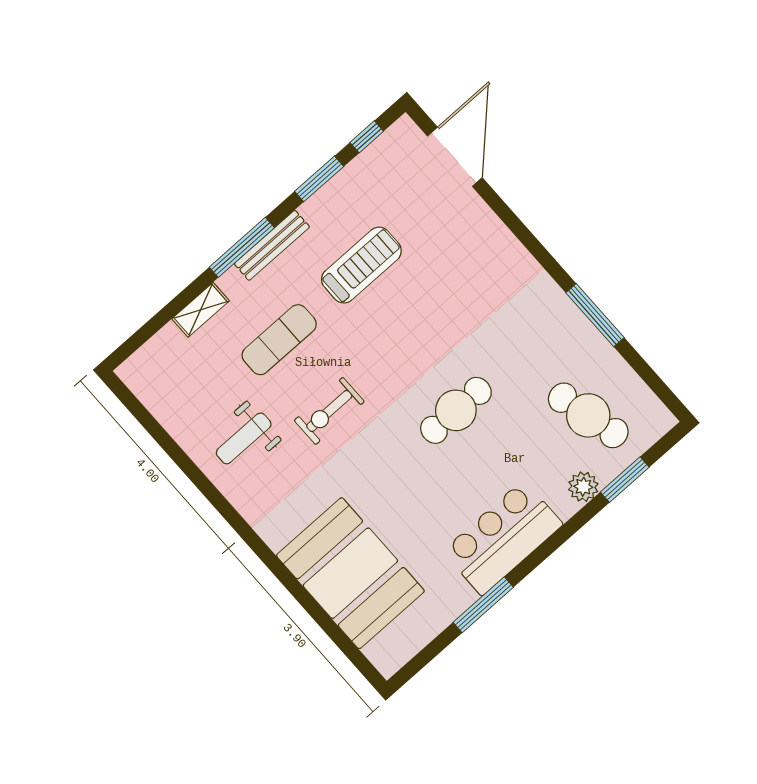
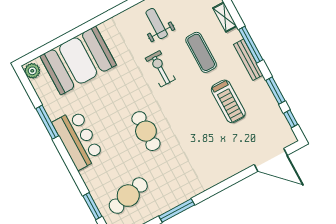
plant: (583, 487) -> (32, 71), moved

